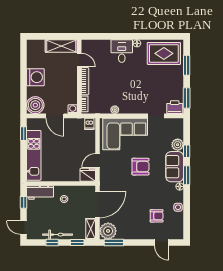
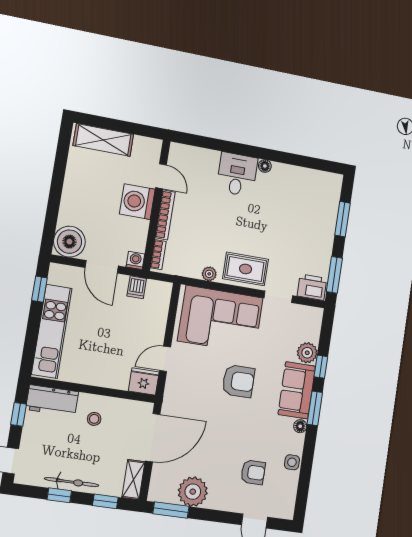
shelving: (61, 46) -> (103, 140), moved
rug: (164, 53) -> (246, 269), moved, width x0.73, depth x0.70
washing machine: (35, 77) -> (137, 202), moved, turned 180
dishwasher: (89, 124) -> (137, 287), moved
plant: (108, 231) -> (193, 492), moved

